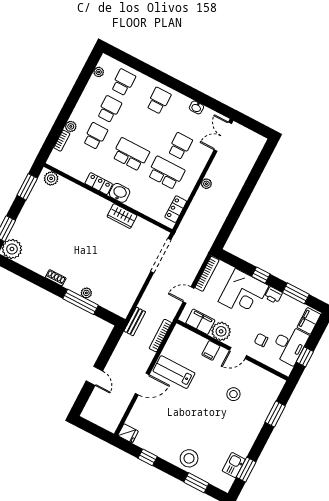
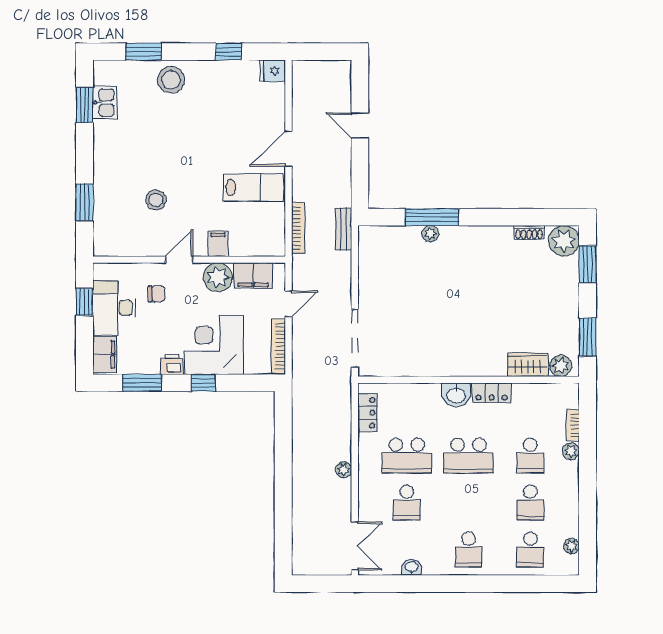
wardrobe: (122, 216) -> (528, 365), moved
shoe rack: (56, 278) -> (529, 233), moved

